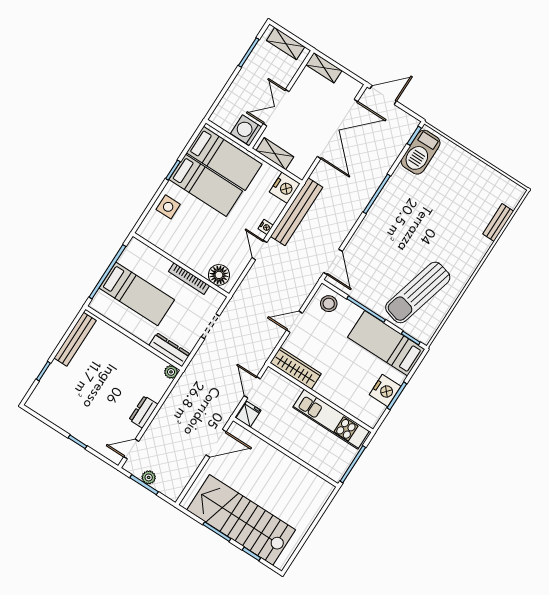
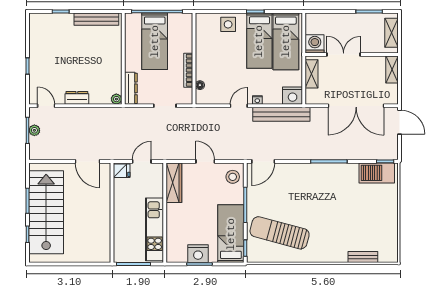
floor lamp: (219, 275) -> (200, 85), width x0.53, depth x0.53

